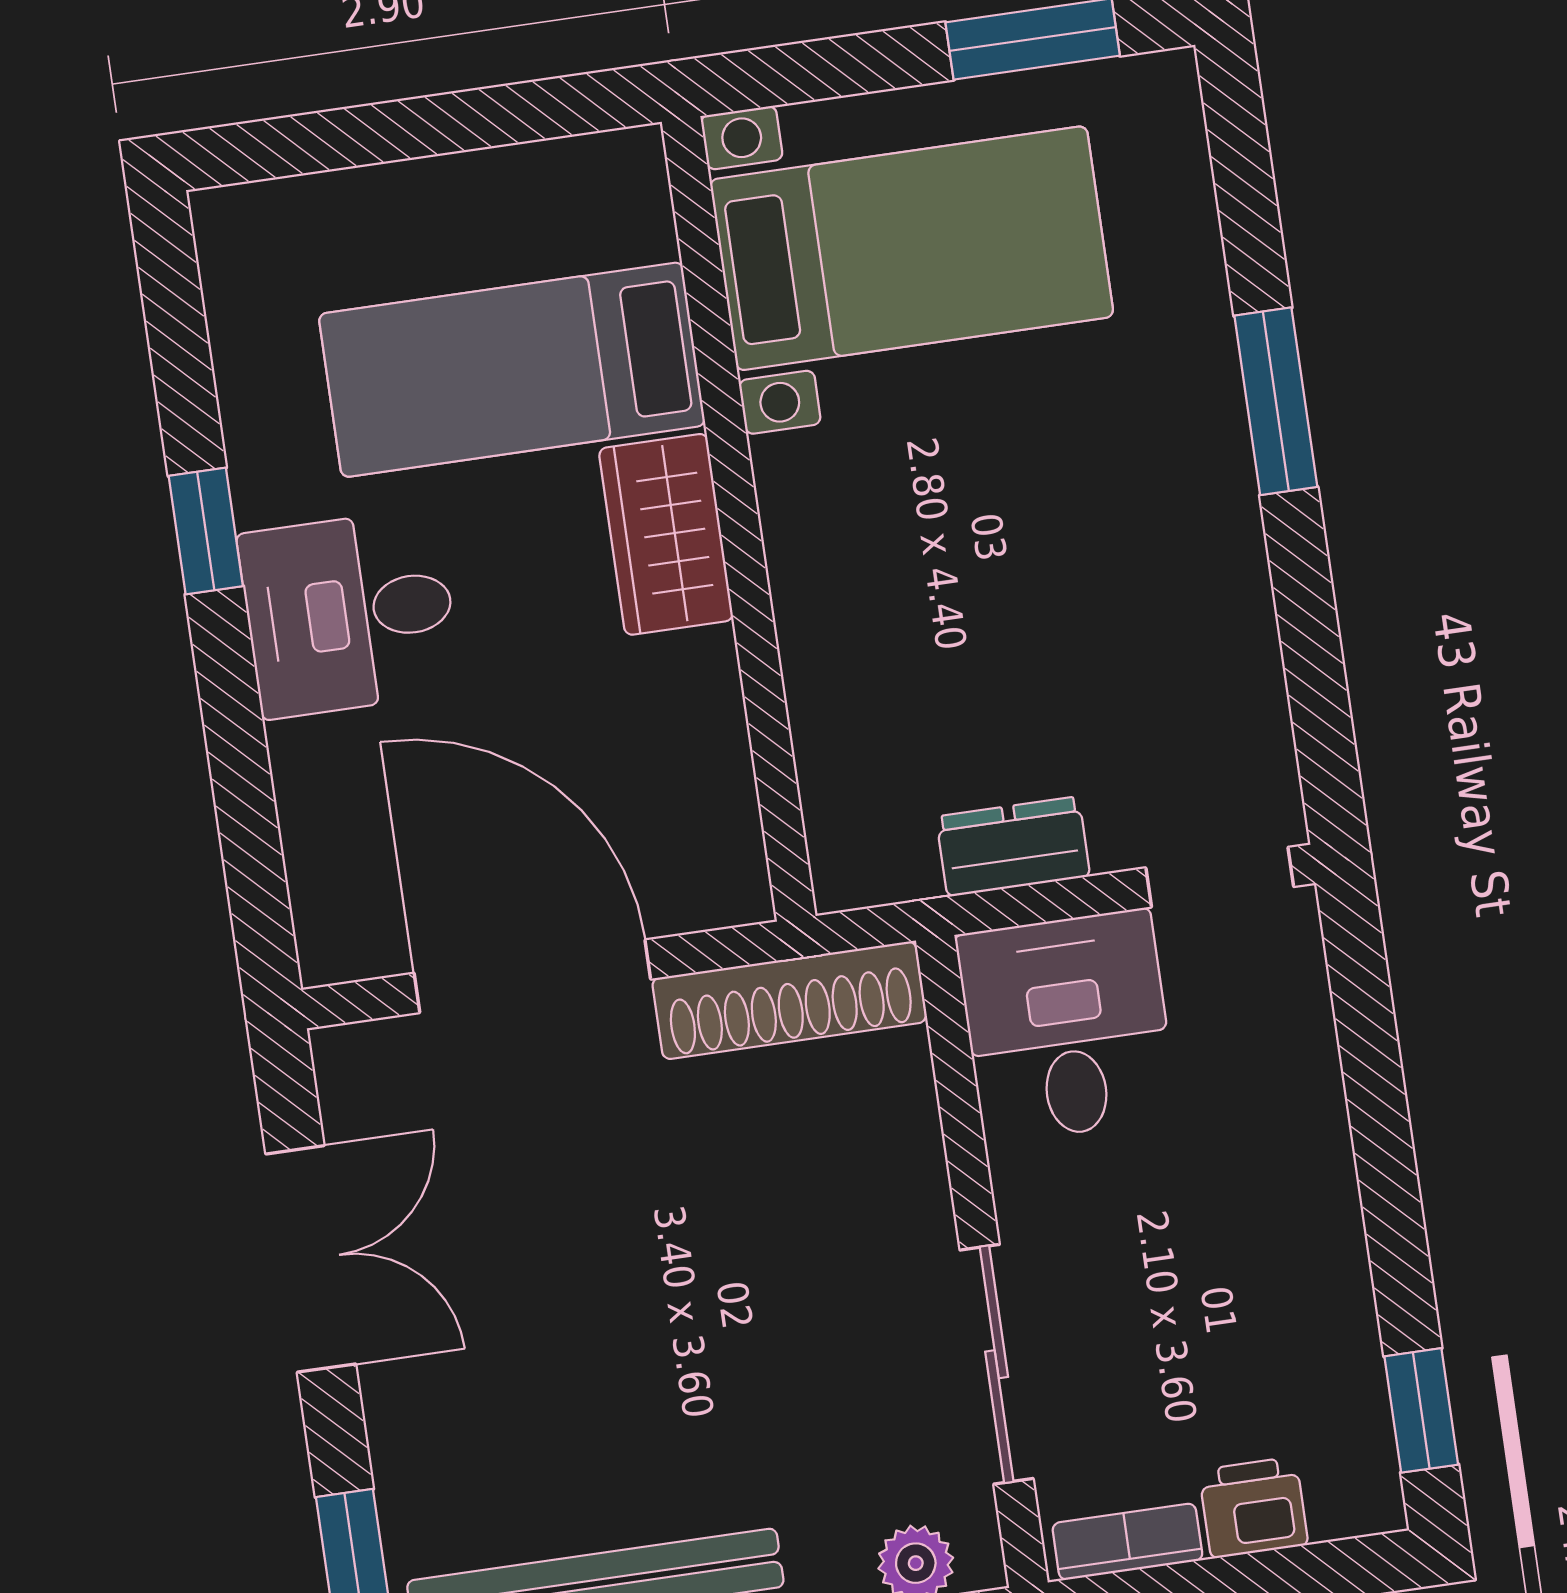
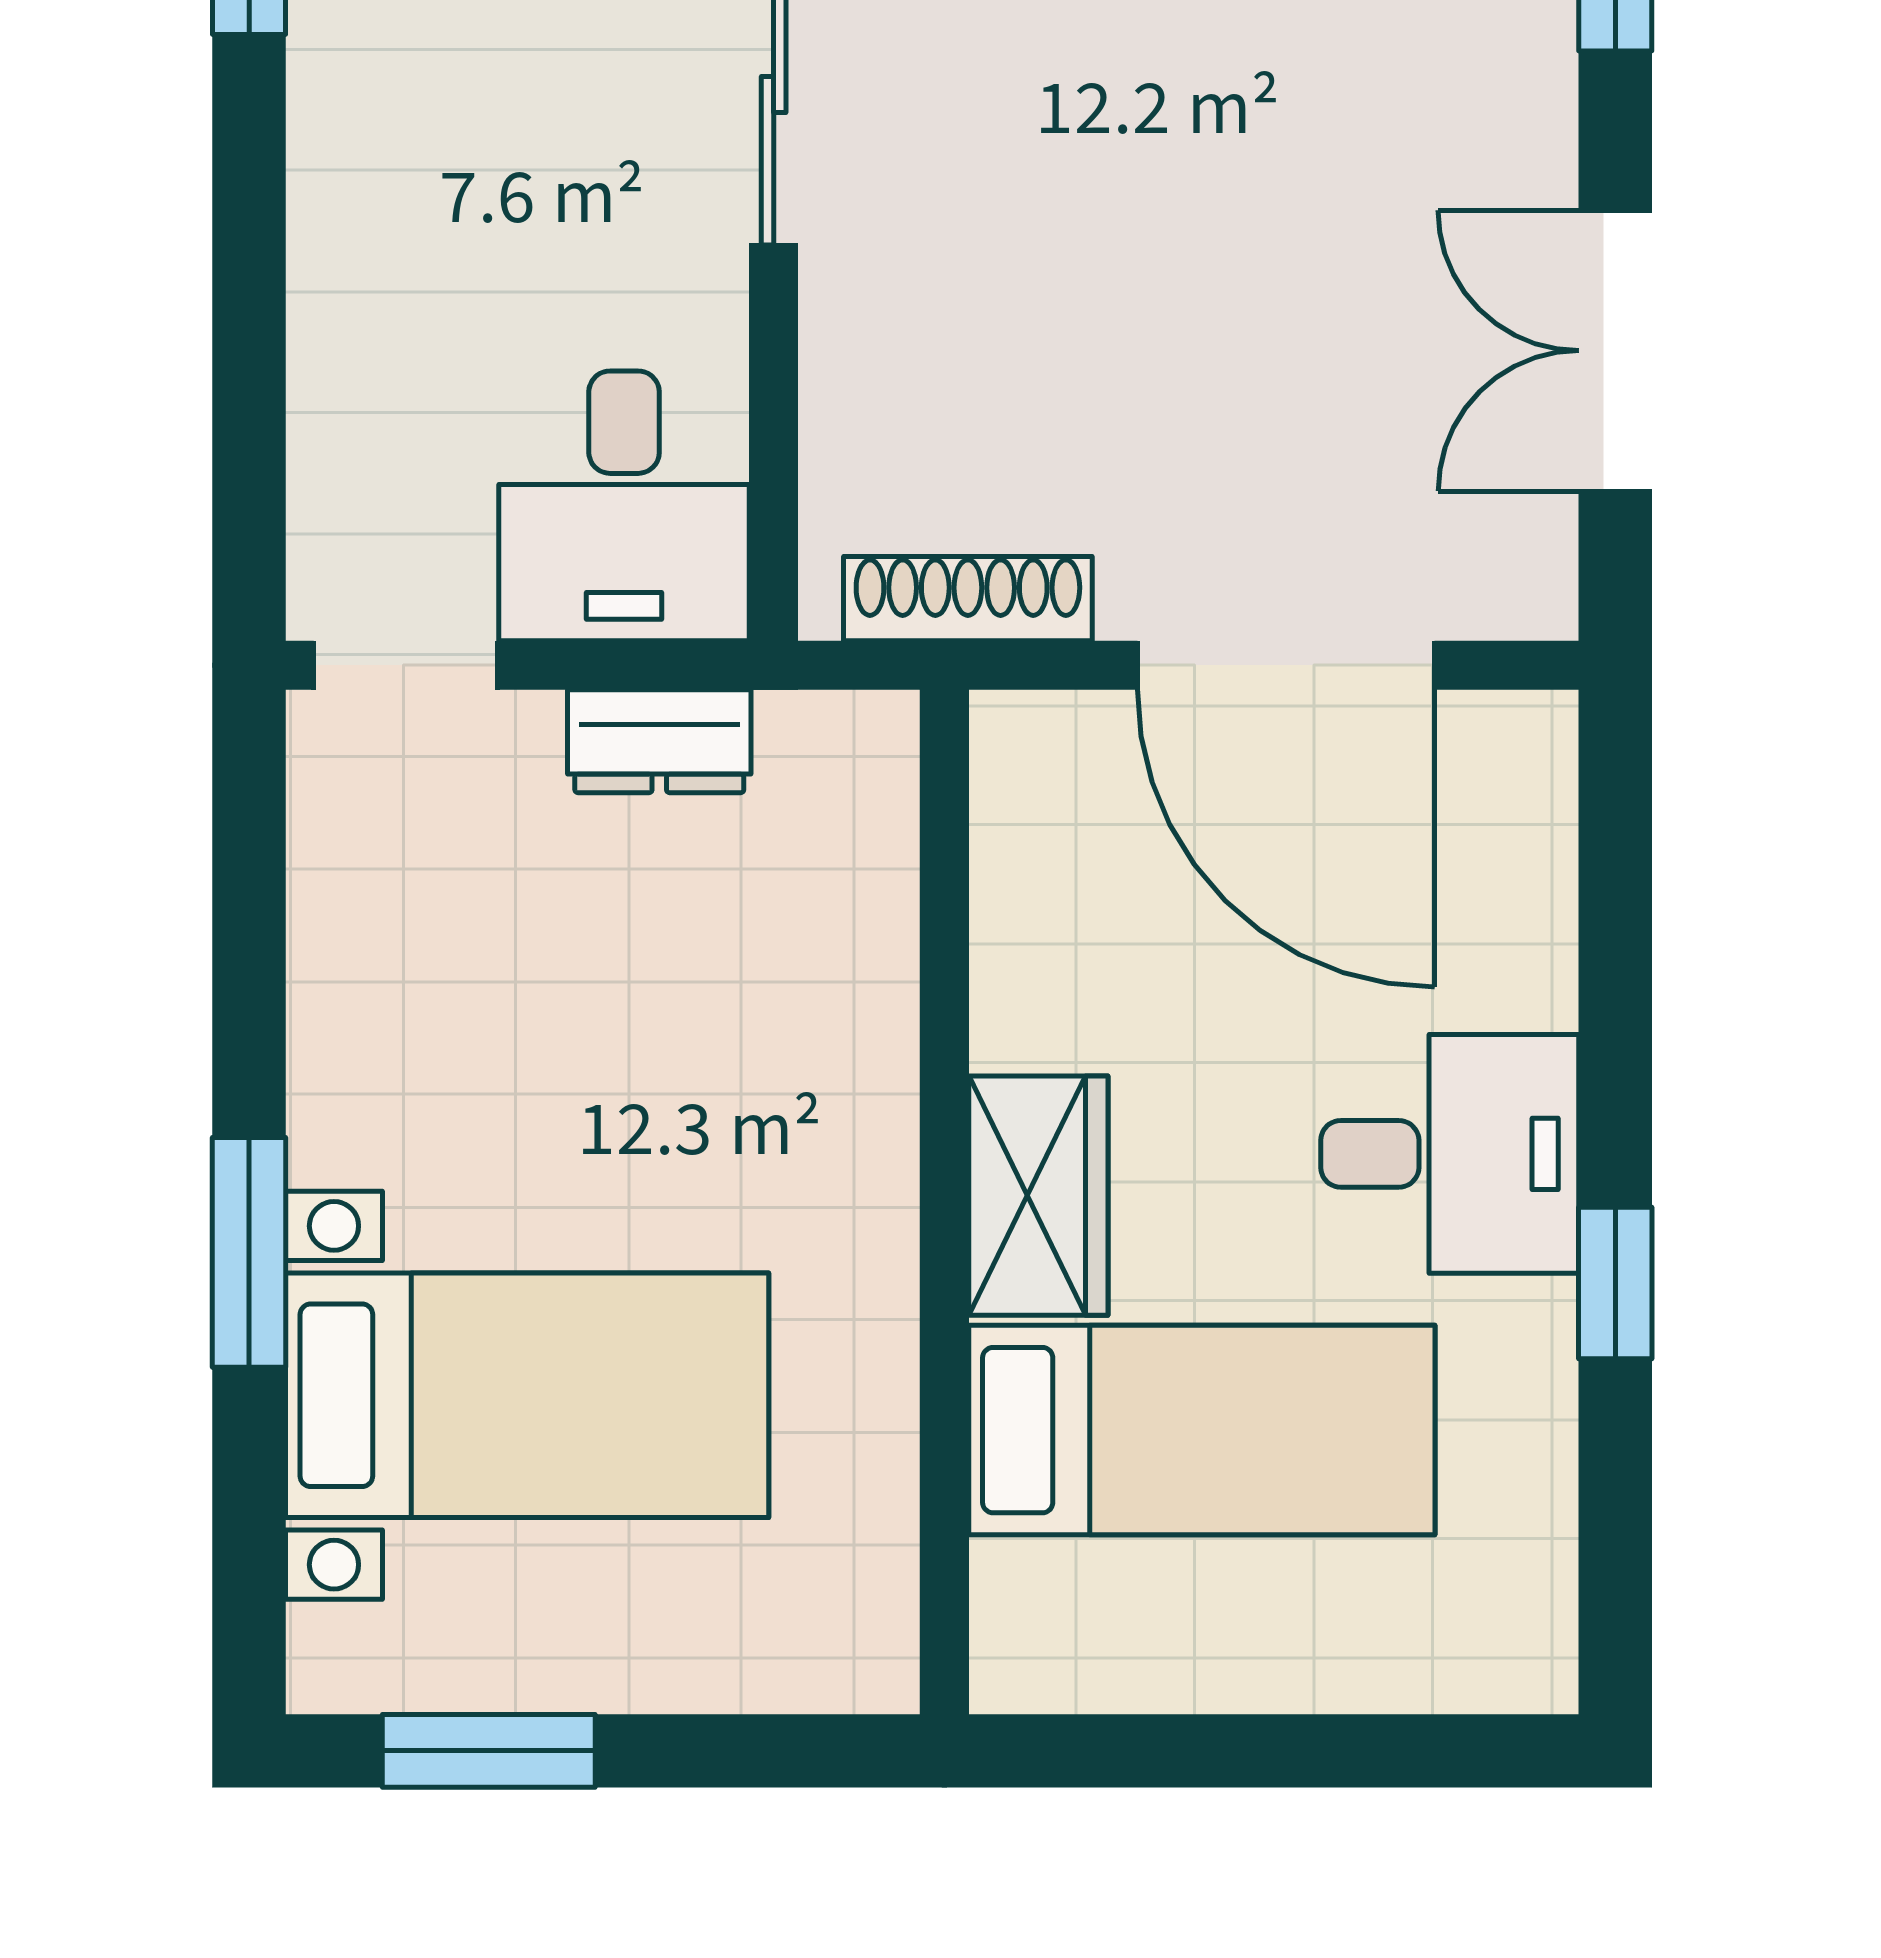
bed with nightstands: (912, 248) -> (527, 1395), moved, turned 180
shoe rack: (789, 1000) -> (968, 599), width x0.74, depth x0.81

